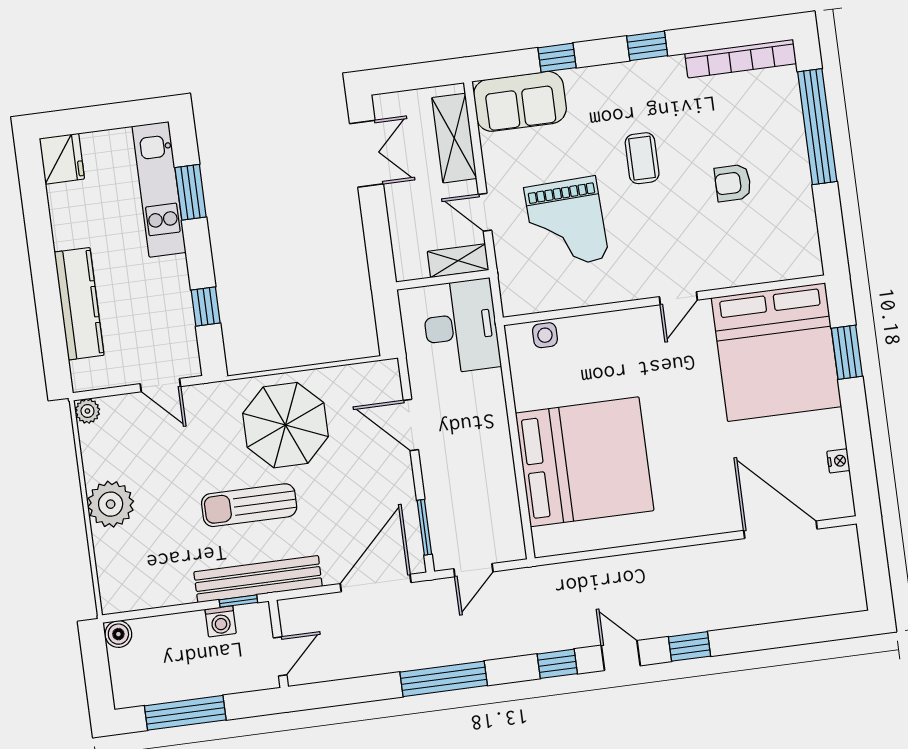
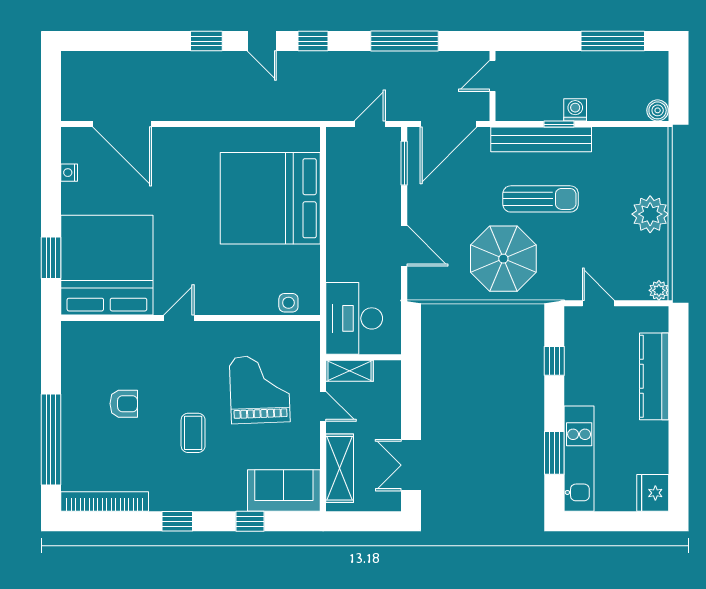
wall: (279, 644) -> (492, 86), moved
door: (280, 656) -> (492, 76), moved

